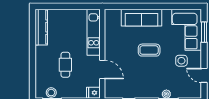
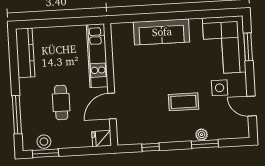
coffee table: (149, 50) -> (184, 102), moved
door: (102, 70) -> (112, 106), swing flipped
window: (33, 72) -> (17, 115), added

